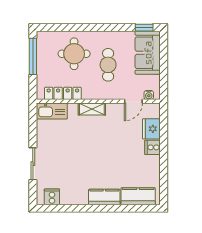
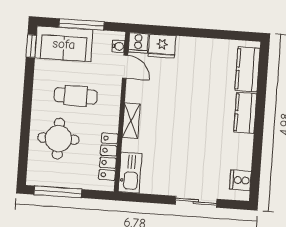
window: (164, 65) -> (82, 24), added
cooker: (153, 147) -> (138, 43), moved

